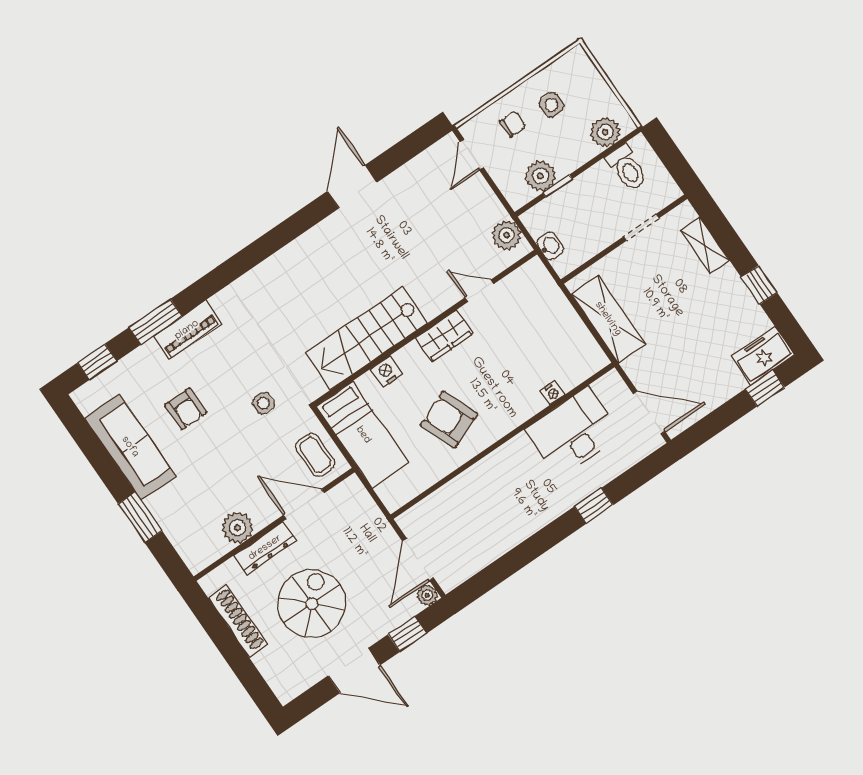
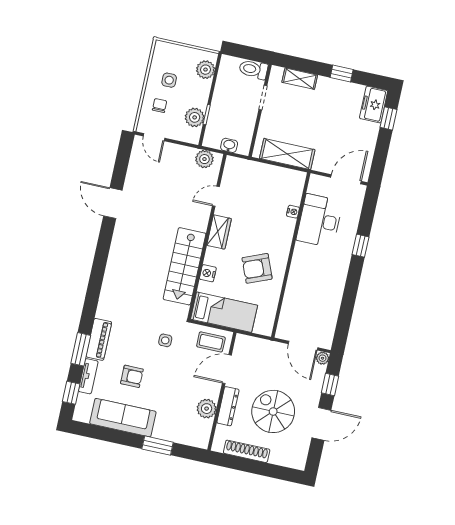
toilet: (627, 168) -> (253, 69), moved, turned 180
tv unit: (135, 361) -> (88, 376), added

